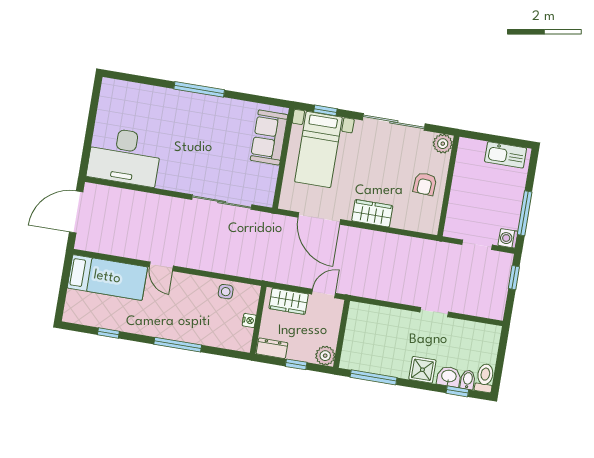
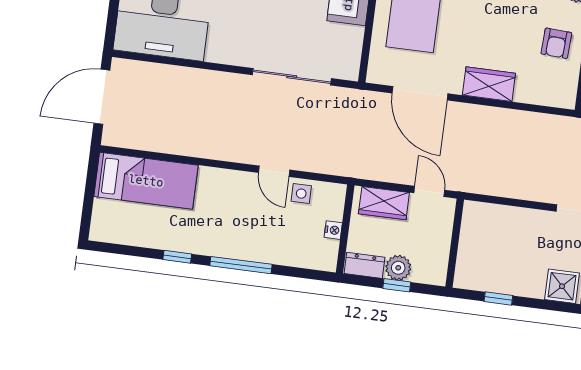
door: (161, 266) -> (274, 171), moved
door: (324, 294) -> (429, 191), hinge flipped
window: (108, 333) -> (177, 257), moved
plant: (325, 356) -> (398, 268), moved
window: (373, 377) -> (498, 298), width x0.46

